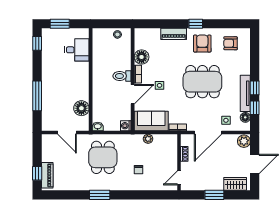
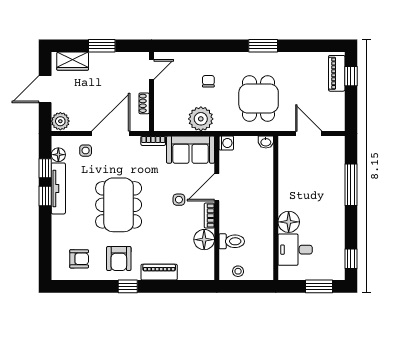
toilet: (122, 76) -> (232, 241), moved
dining table: (202, 82) -> (119, 205), turned 90
floor lamp: (81, 108) -> (289, 222), moved
plant: (148, 139) -> (201, 119), width x1.87, depth x1.87

